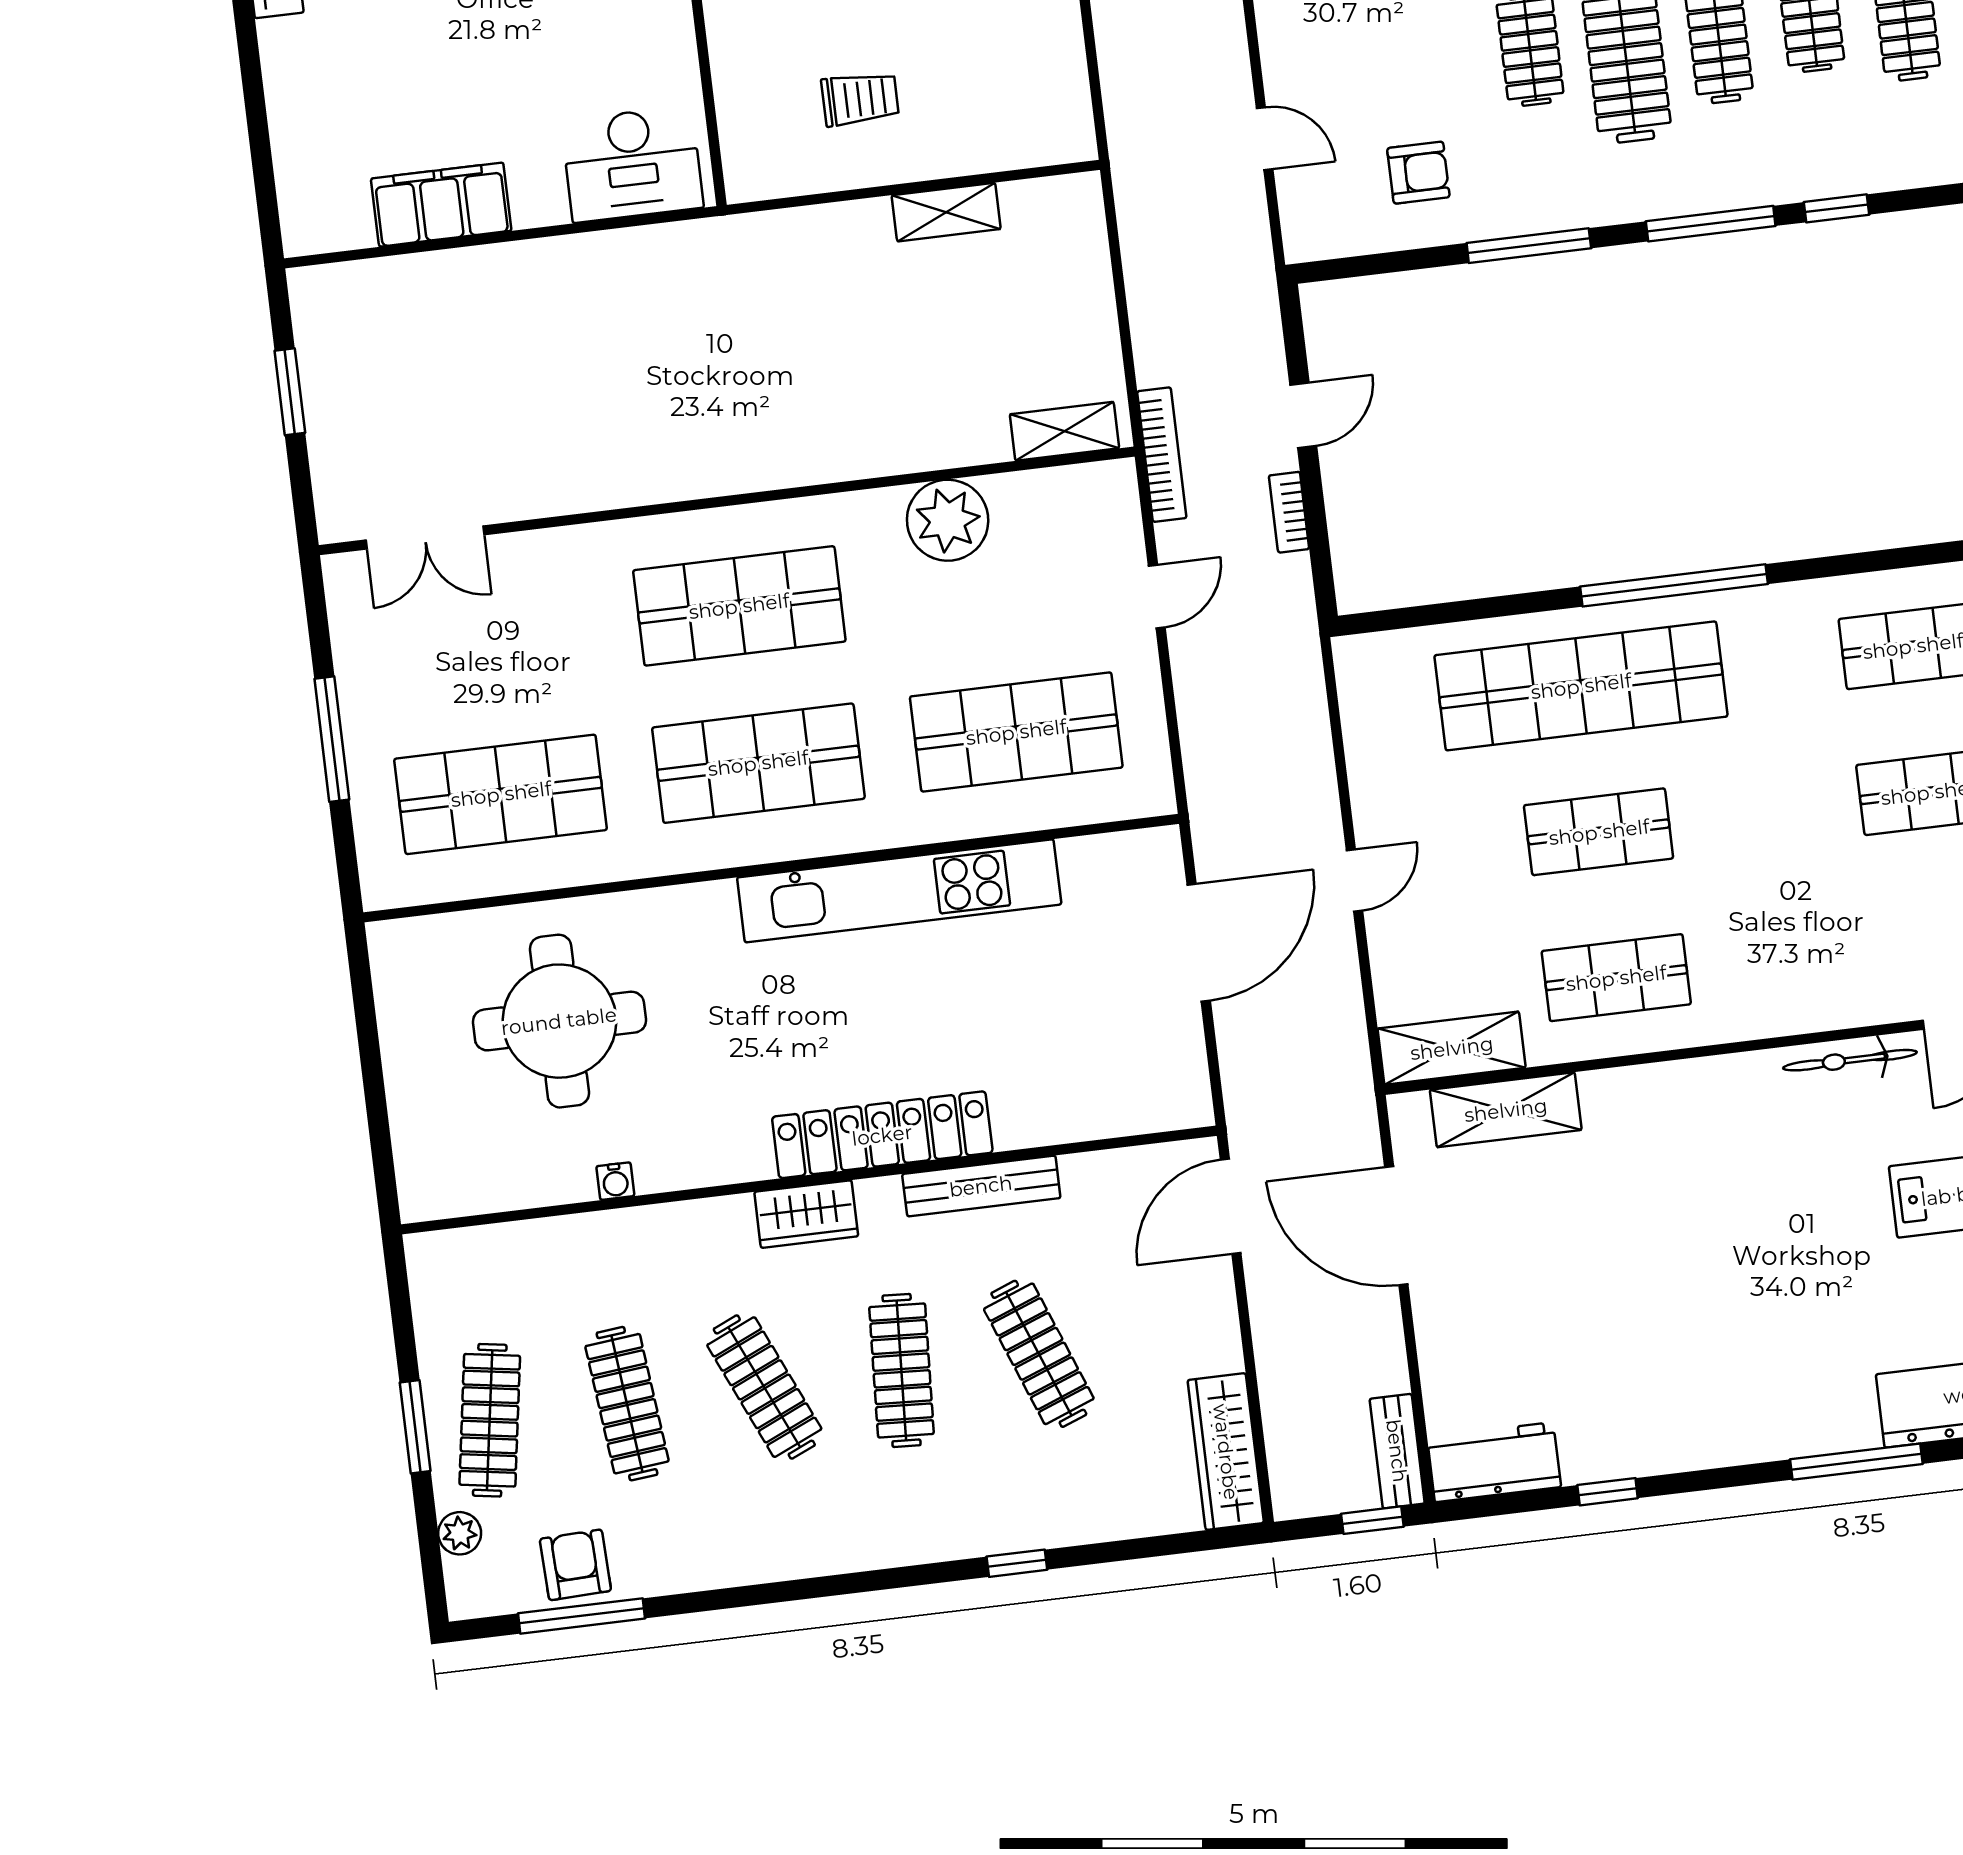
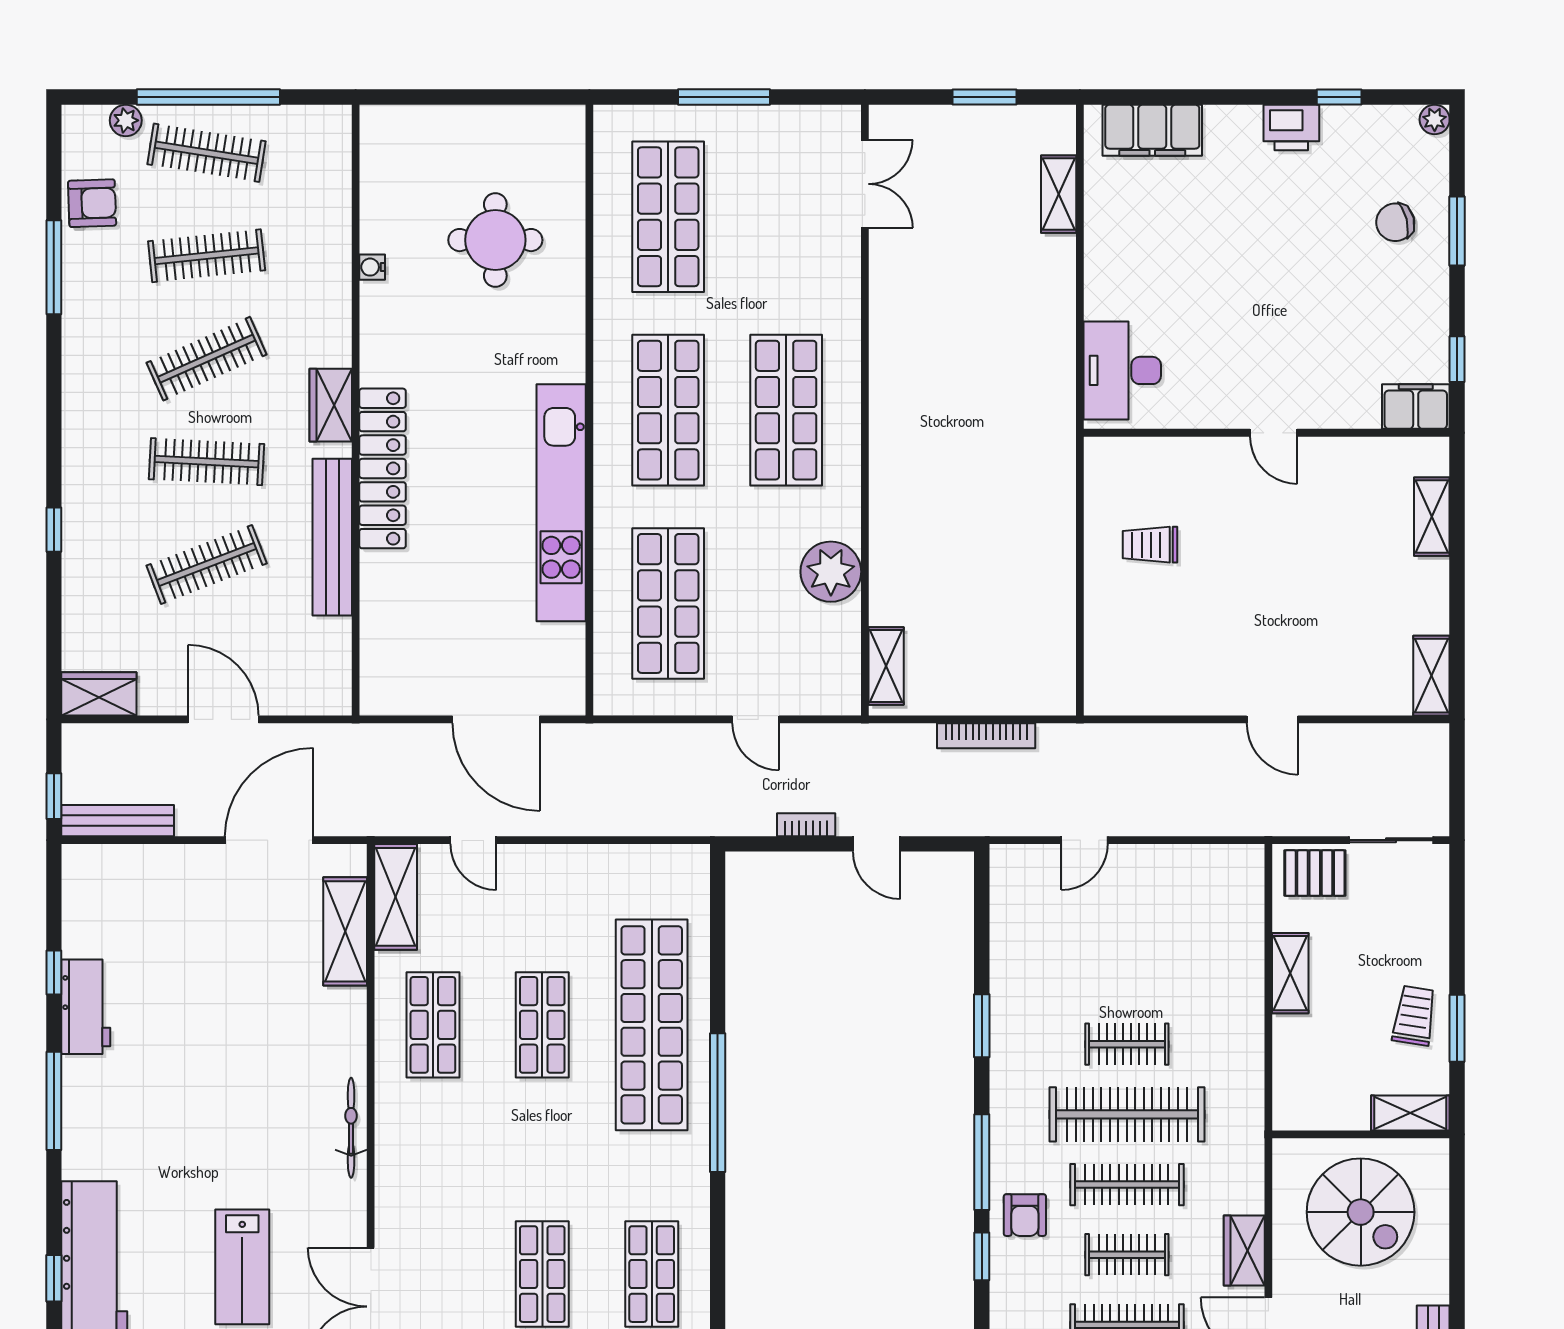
trolley: (860, 99) -> (1150, 545), turned 90
armchair: (1418, 173) -> (1025, 1215), moved
filing cabinet: (441, 205) -> (1152, 130), moved, turned 90
shelving: (946, 212) -> (1059, 194), moved
window: (1529, 246) -> (982, 1026), width x0.69
bookcase: (1162, 455) -> (986, 736), moved
double door: (425, 537) -> (865, 184), swing flipped
door: (1354, 880) -> (473, 840), moved
round table: (559, 1021) -> (495, 240), width x0.73, depth x0.73
bicycle: (1850, 1060) -> (351, 1128), moved
bench: (981, 1186) -> (332, 537), width x1.37, depth x1.21
door: (1231, 1206) -> (223, 719), moved
window: (415, 1427) -> (208, 97), width x2.11
bench: (1397, 1451) -> (118, 821), width x1.36
wardrobe: (1226, 1452) -> (99, 694), width x0.67
workbench: (1494, 1462) -> (86, 1007), moved
window: (1856, 1462) -> (54, 1101), moved
window: (581, 1616) -> (54, 267), moved

